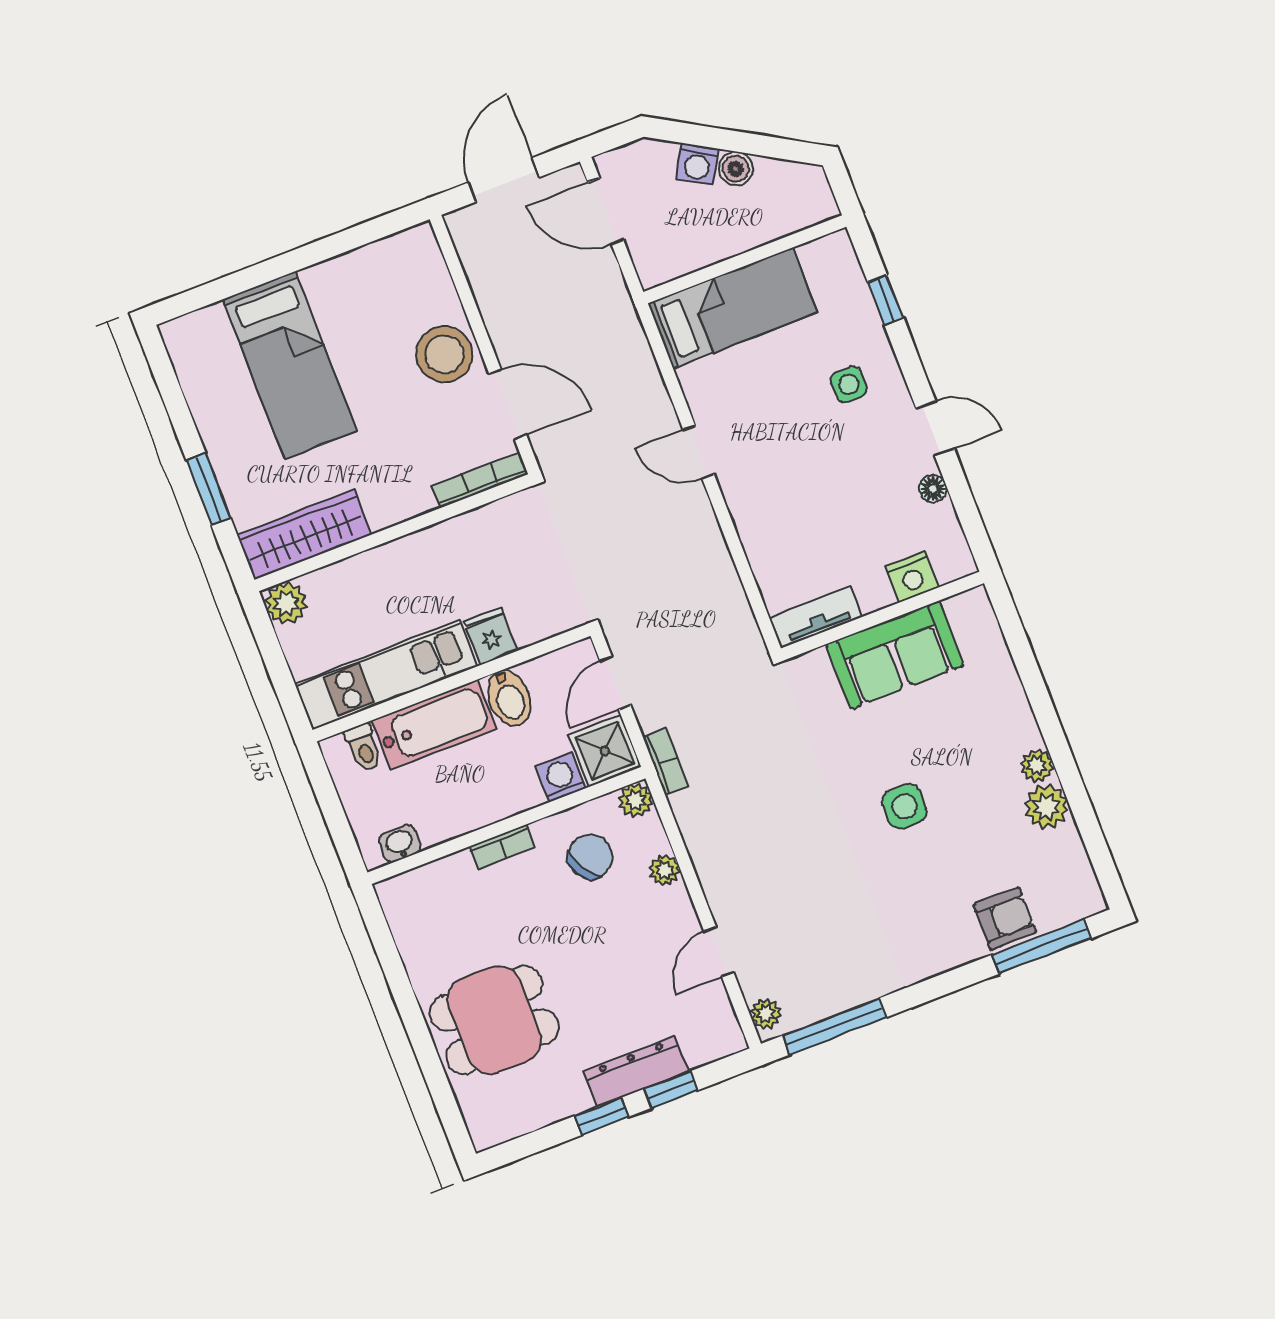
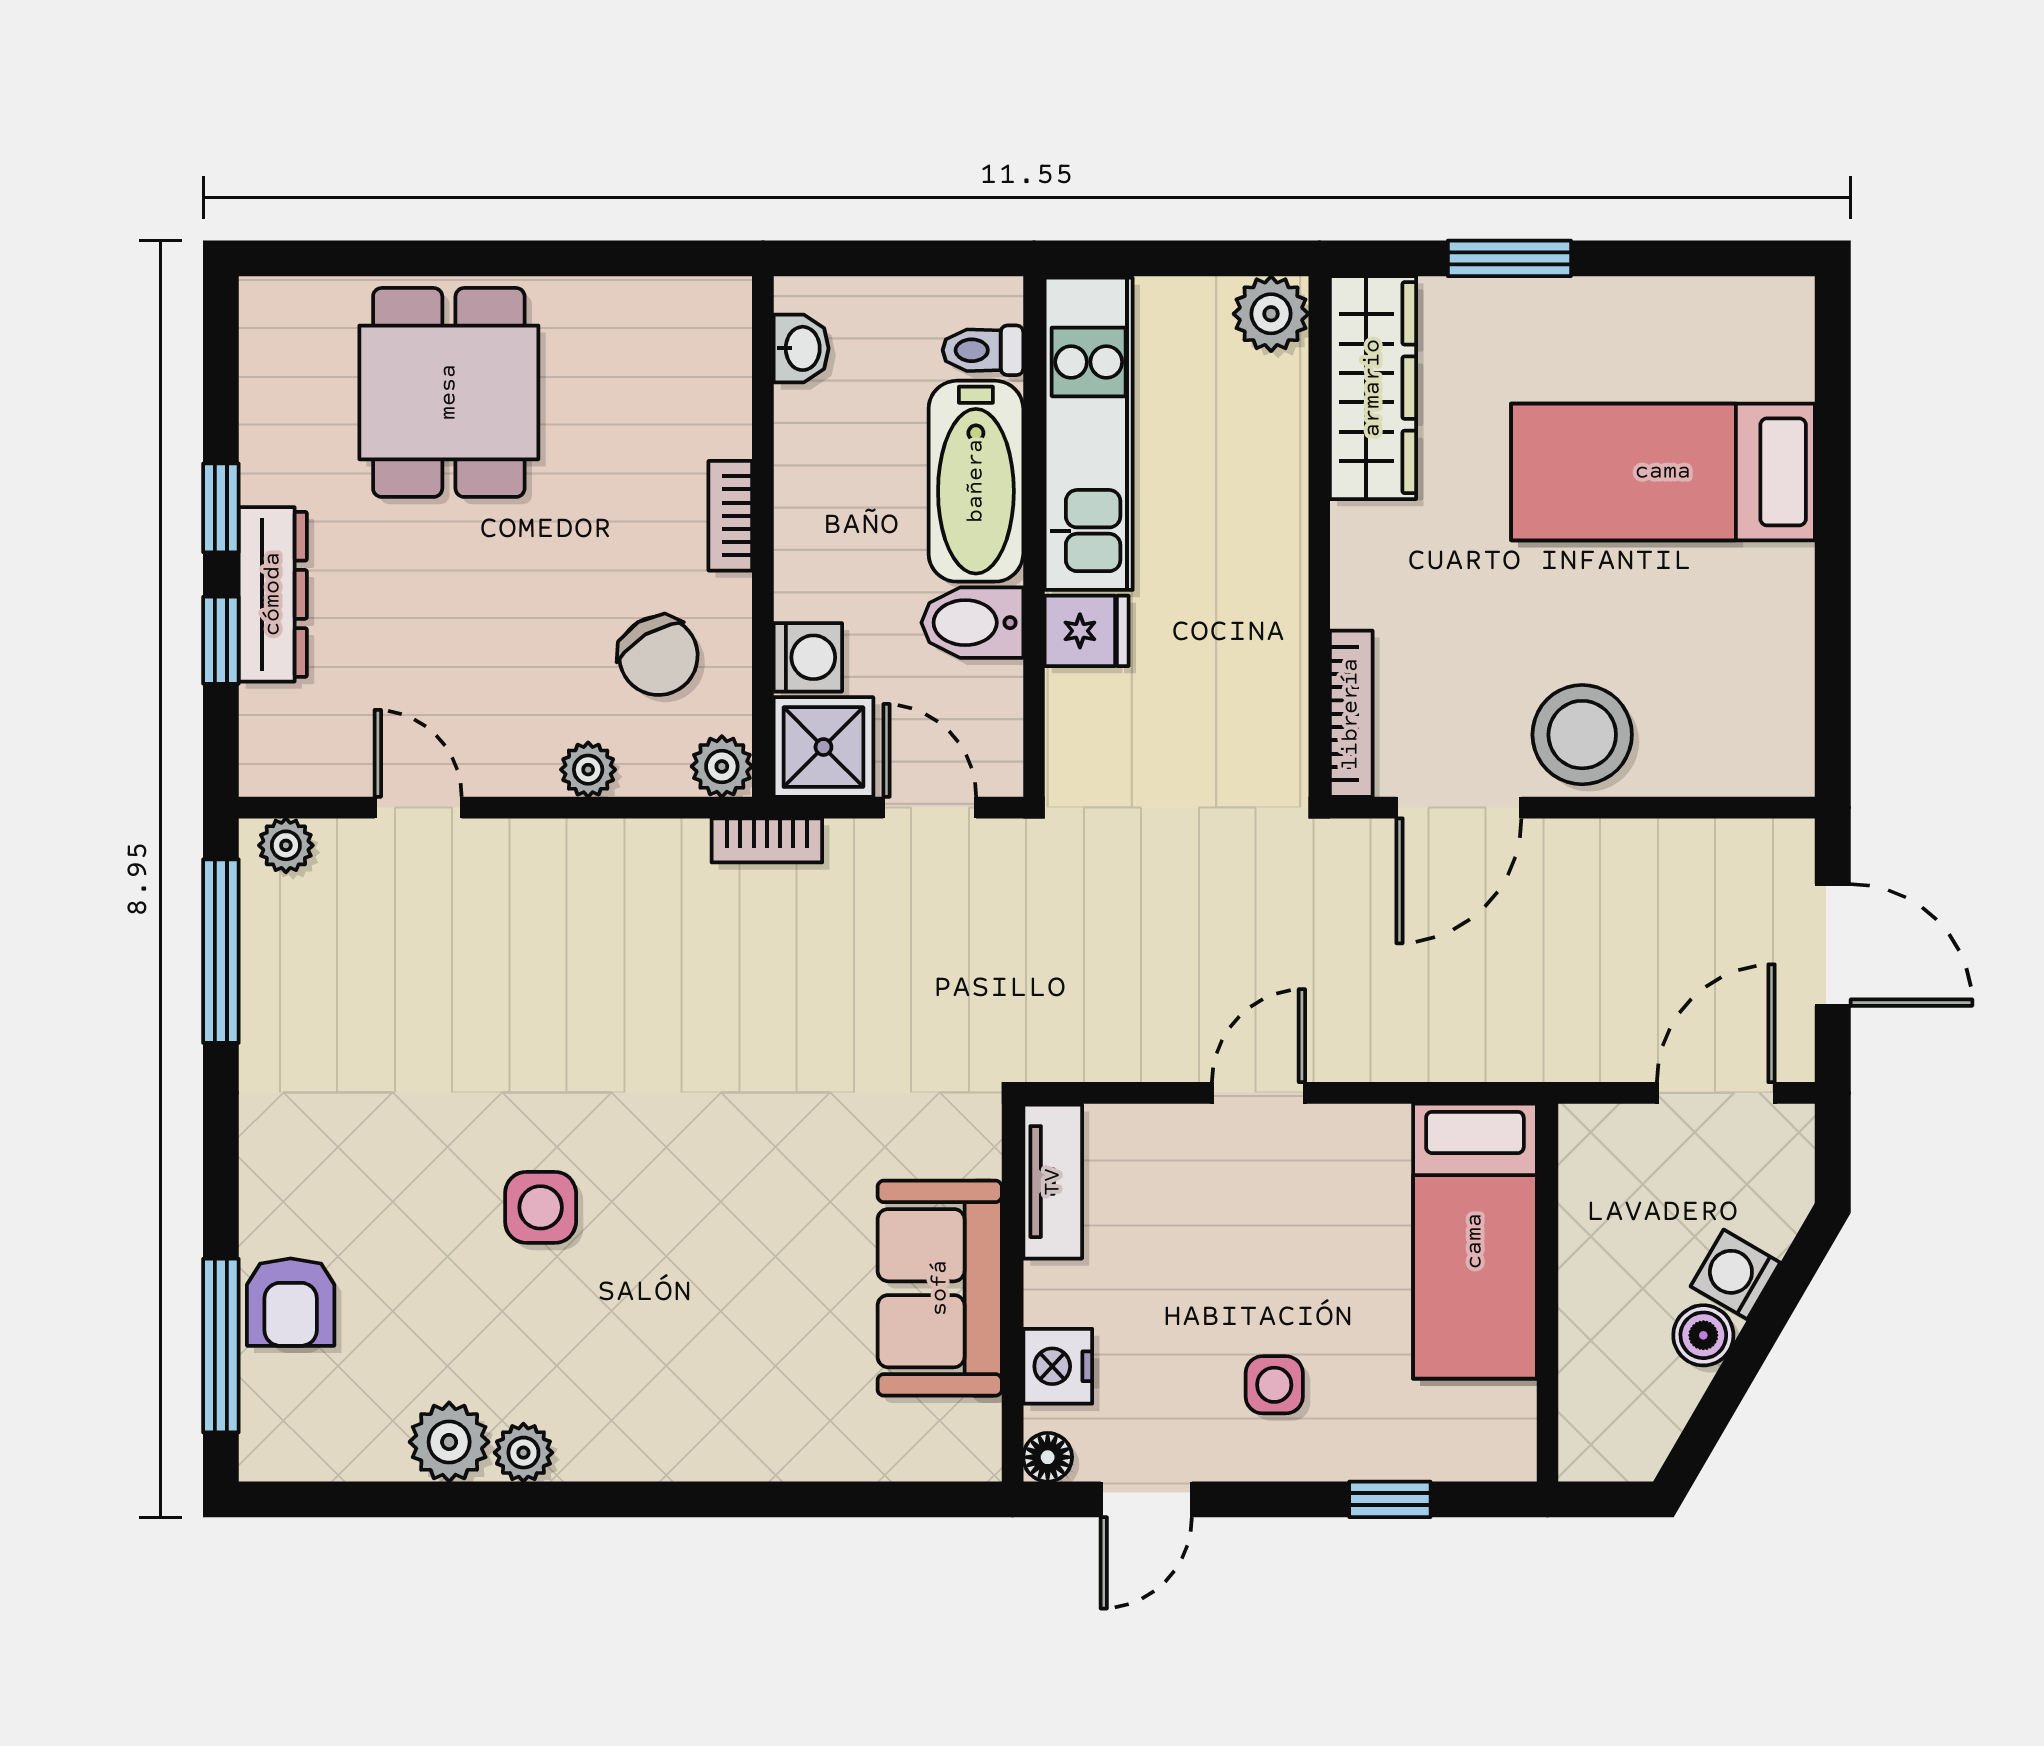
nightstand: (912, 577) -> (1058, 1366), moved
wall: (882, 616) -> (1013, 1293), moved
tv unit: (816, 617) -> (1053, 1182), moved
sofa: (895, 655) -> (940, 1288), moved

